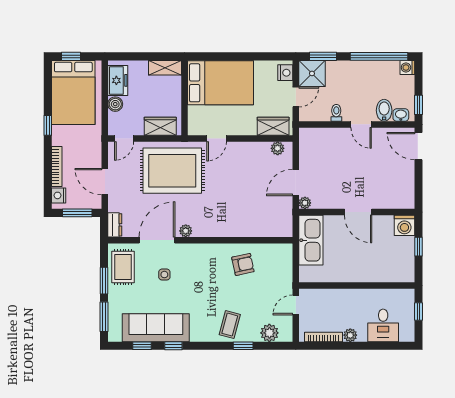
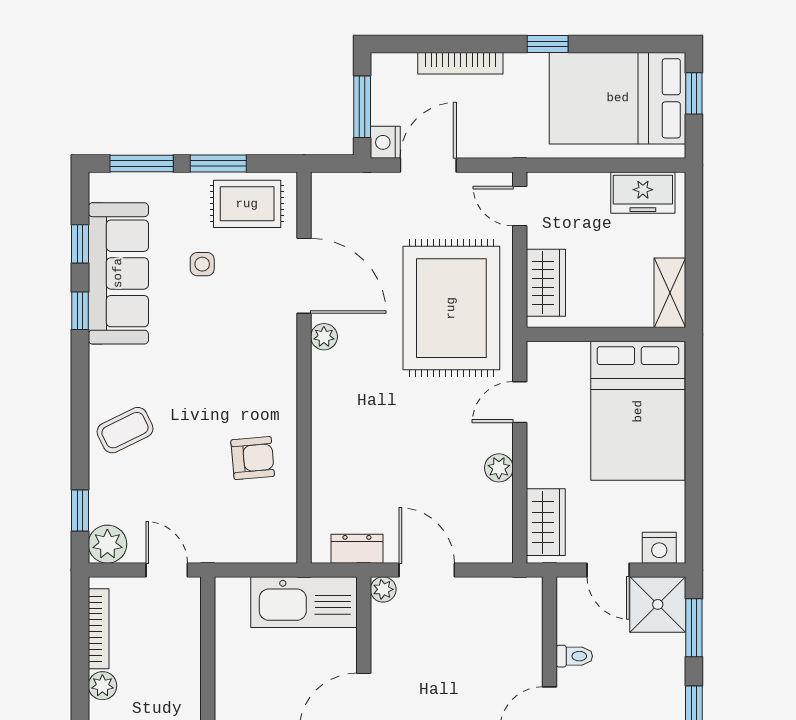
boiler: (115, 104) -> (593, 187), removed
door: (217, 139) -> (520, 402), hinge flipped
plant: (278, 148) -> (499, 468), moved
nightstand: (59, 195) -> (385, 142), moved, turned -90
dresser: (115, 225) -> (357, 549), moved, turned 180
armchair: (243, 264) -> (253, 458), turned -83
side table: (164, 275) -> (202, 264), moved
coffee table: (230, 325) -> (125, 430), turned -41
plant: (269, 333) -> (107, 544), moved
window: (243, 346) -> (80, 510), moved

